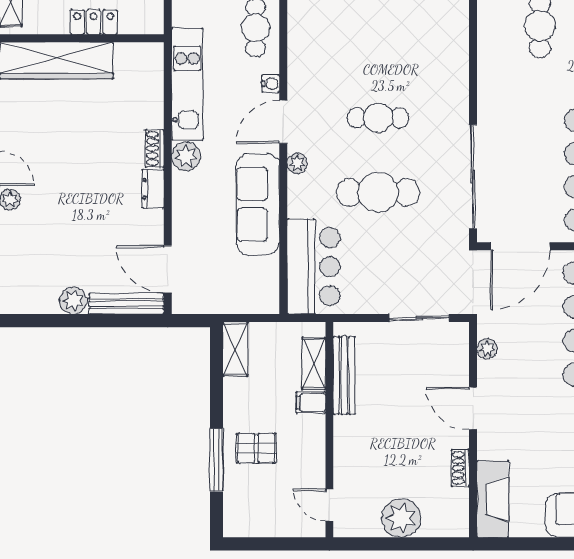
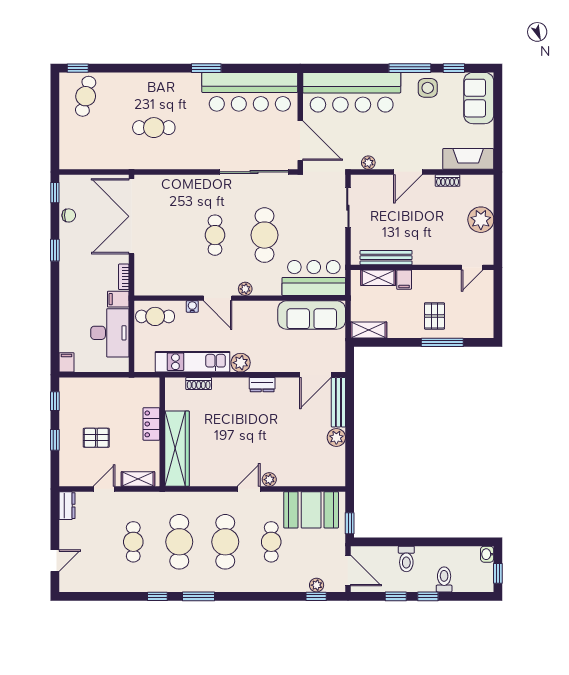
shoe rack: (155, 148) -> (199, 384), moved
sofa: (258, 204) -> (312, 315), moved

